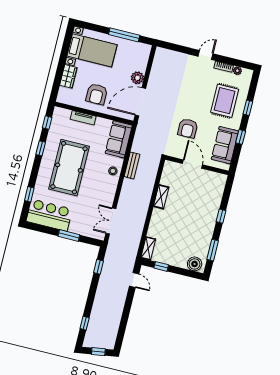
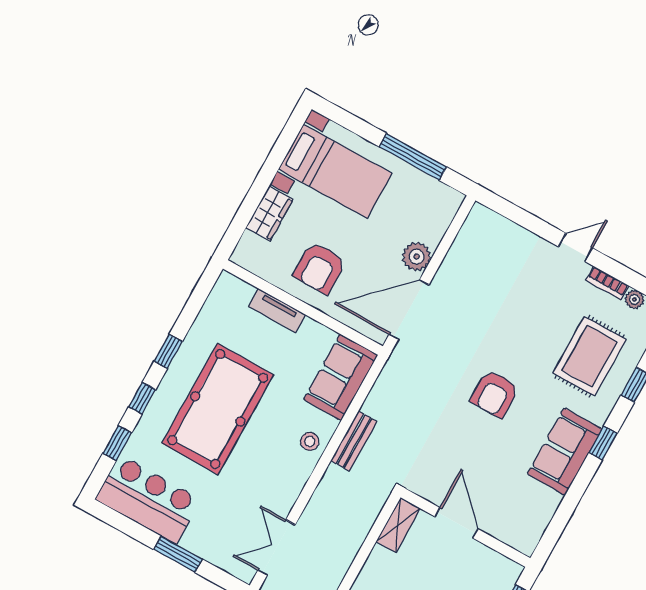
window: (47, 123) -> (142, 398), moved
door: (192, 164) -> (456, 523), moved
wall: (197, 165) -> (465, 528), moved

